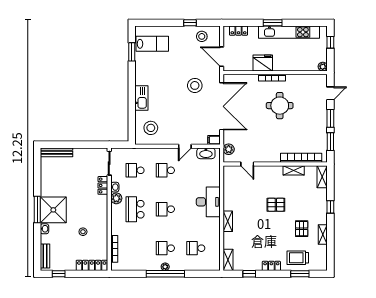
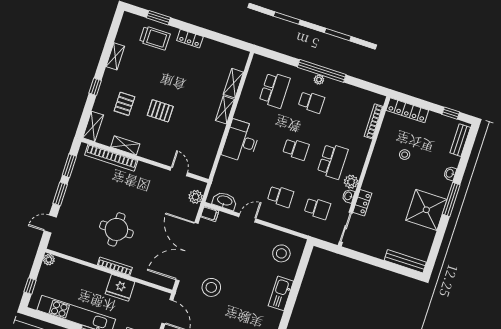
shower: (53, 210) -> (426, 210), moved
pallet: (302, 229) -> (124, 104), moved
school desk: (196, 248) -> (274, 90), width x1.85
shelving: (228, 260) -> (233, 83), moved
window: (249, 274) -> (220, 38), removed

